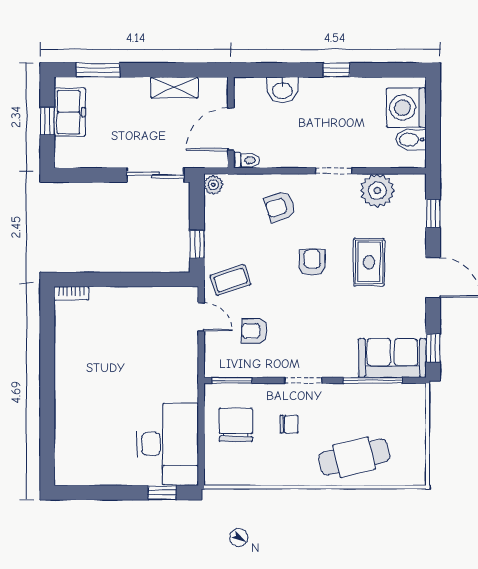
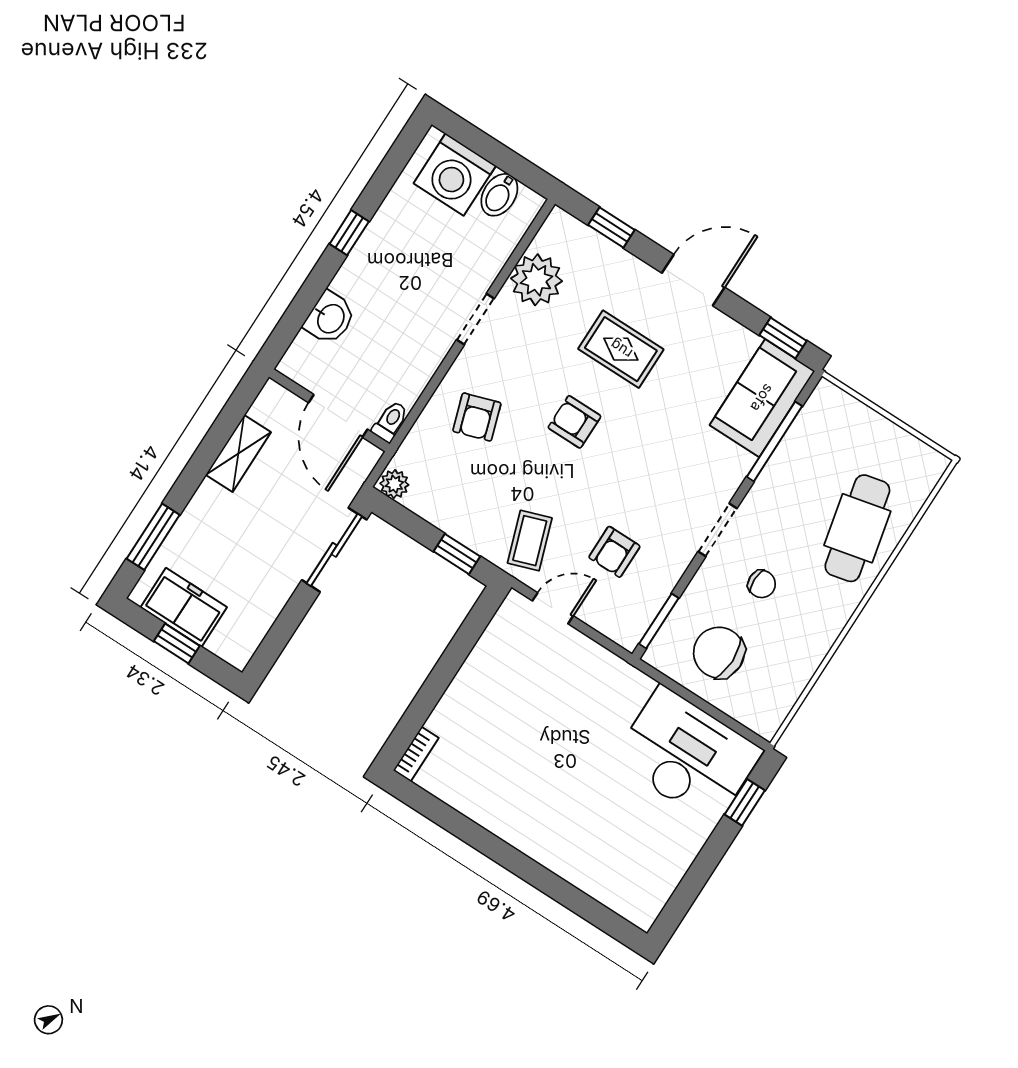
chair: (289, 424) -> (762, 584), turned 90

